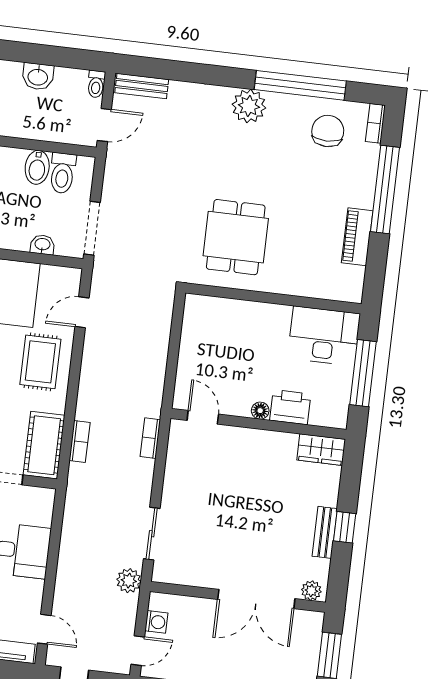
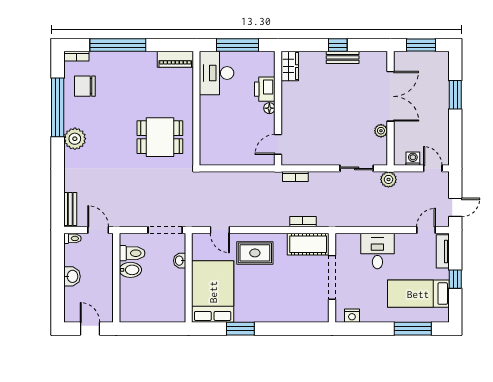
piano: (357, 237) -> (175, 59), moved
plant: (311, 591) -> (381, 131), moved

